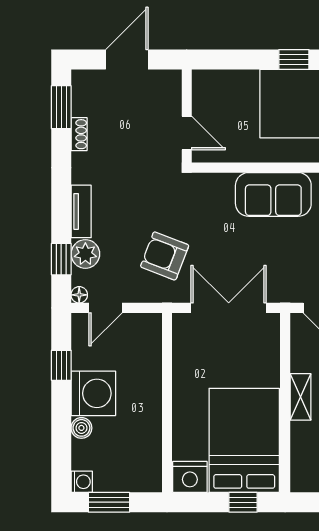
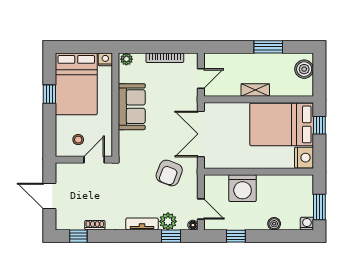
window: (61, 107) -> (78, 236), width x0.67
stool: (219, 107) -> (78, 140), added
washing machine: (93, 393) -> (243, 188), moved, turned 180

